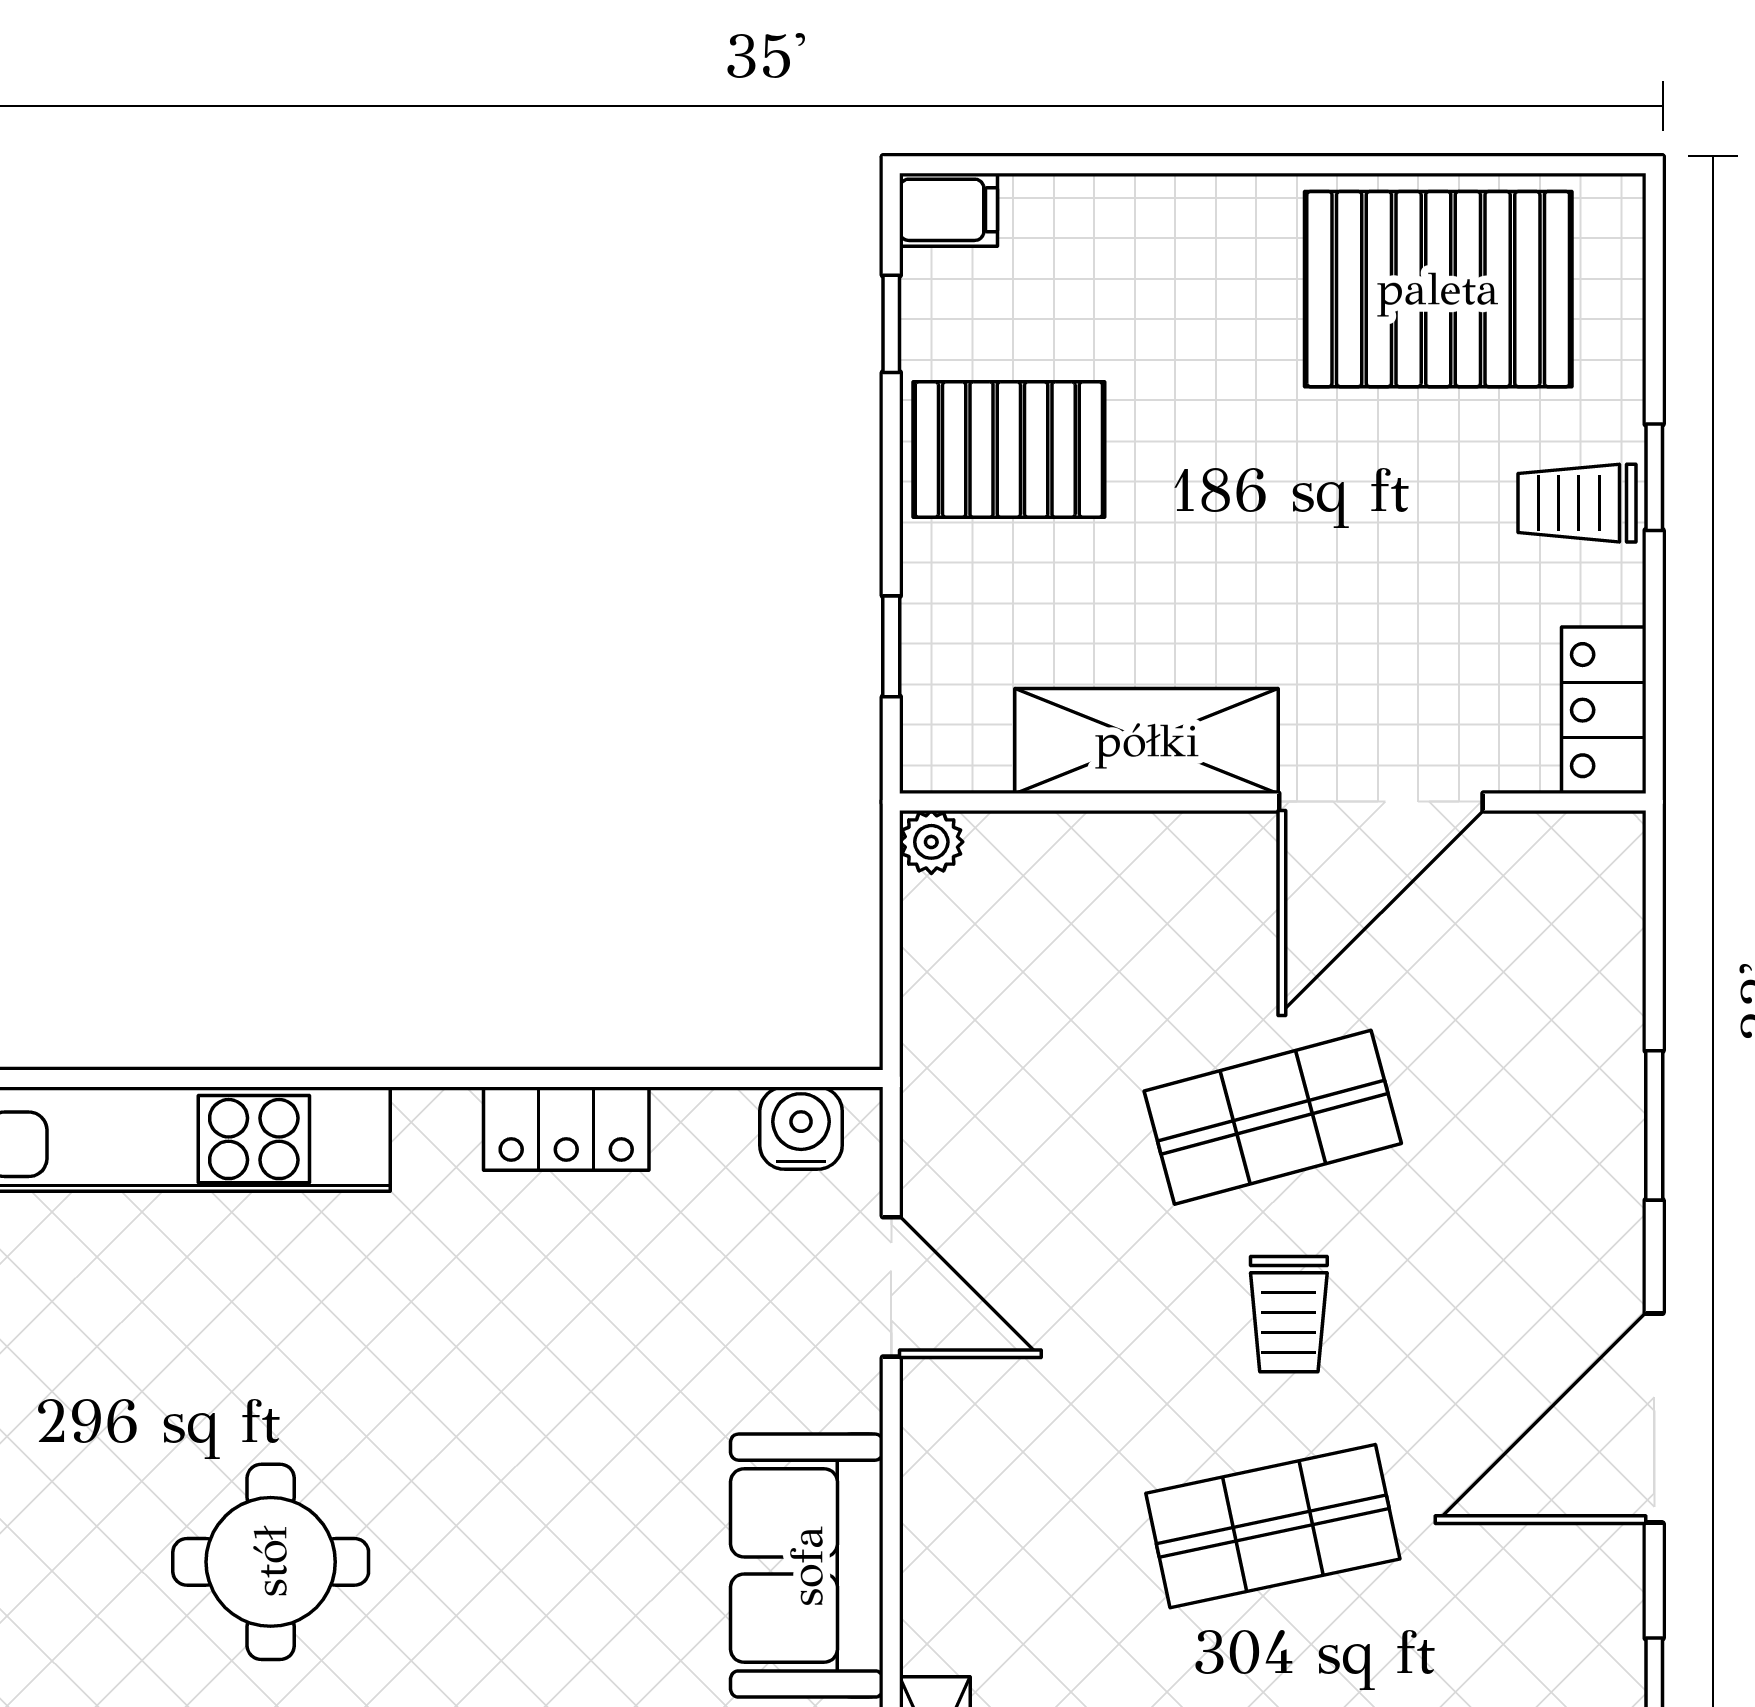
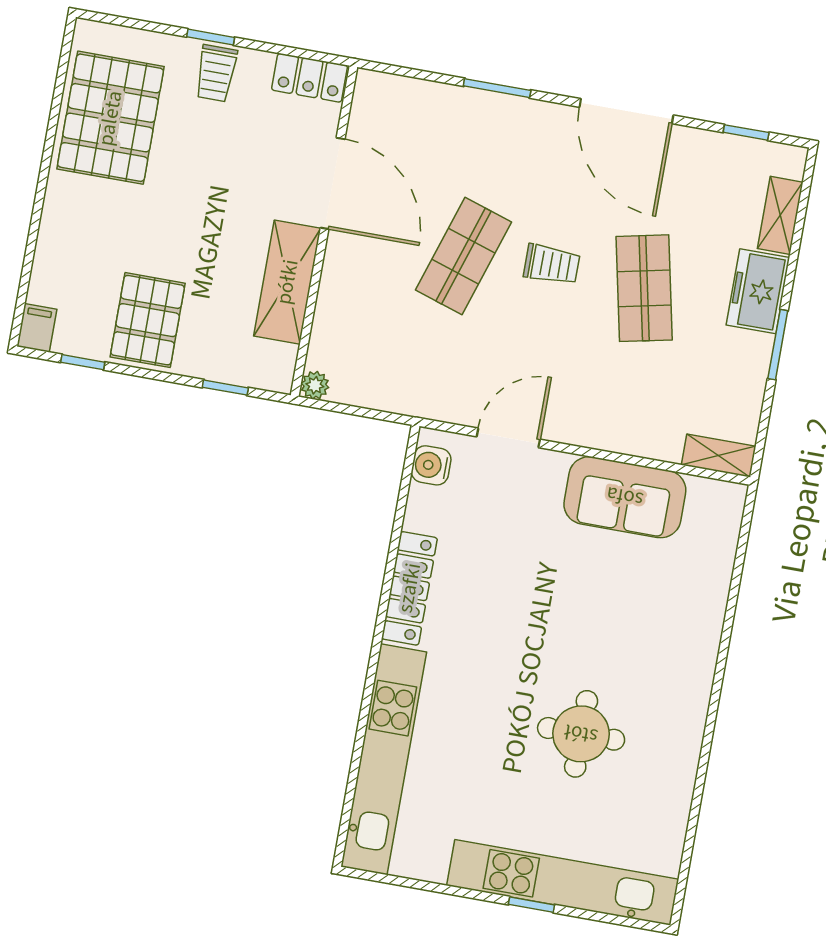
shop shelf: (1273, 1117) -> (463, 256), turned 33
locker: (566, 1129) -> (409, 588), width x1.53

